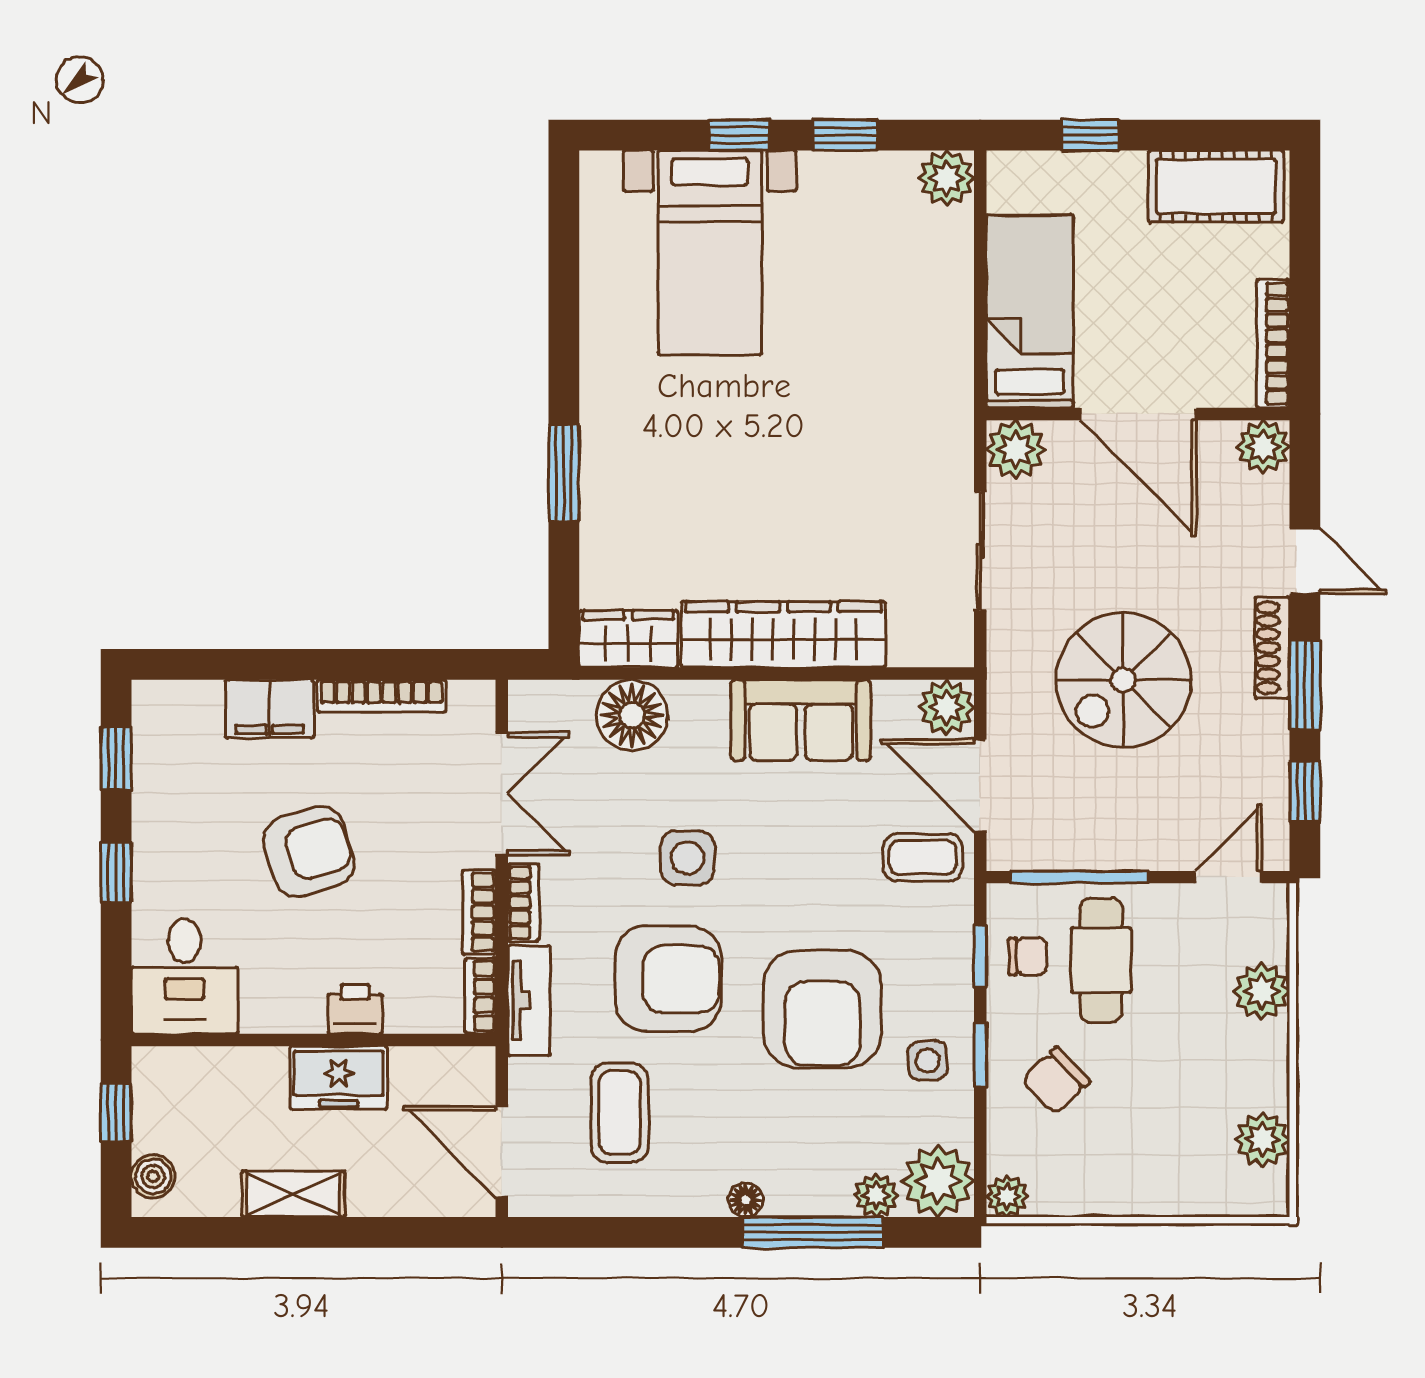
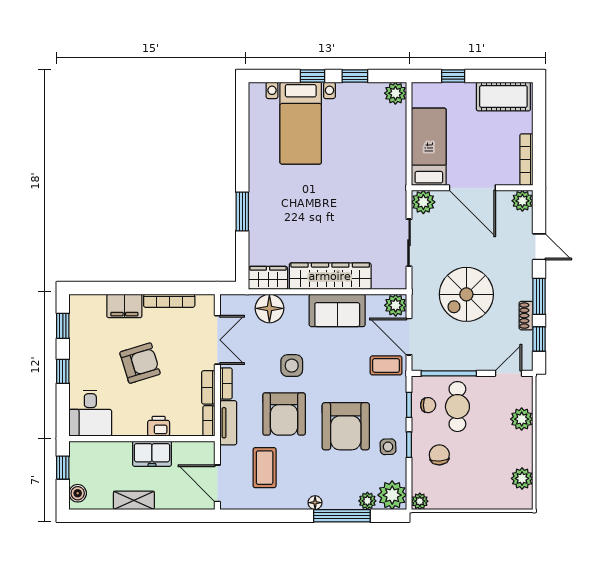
shoe rack: (1272, 648) -> (526, 316), moved, width x0.70
armchair: (668, 979) -> (284, 414), turned 89
chair: (1056, 1081) -> (439, 455), turned 130

